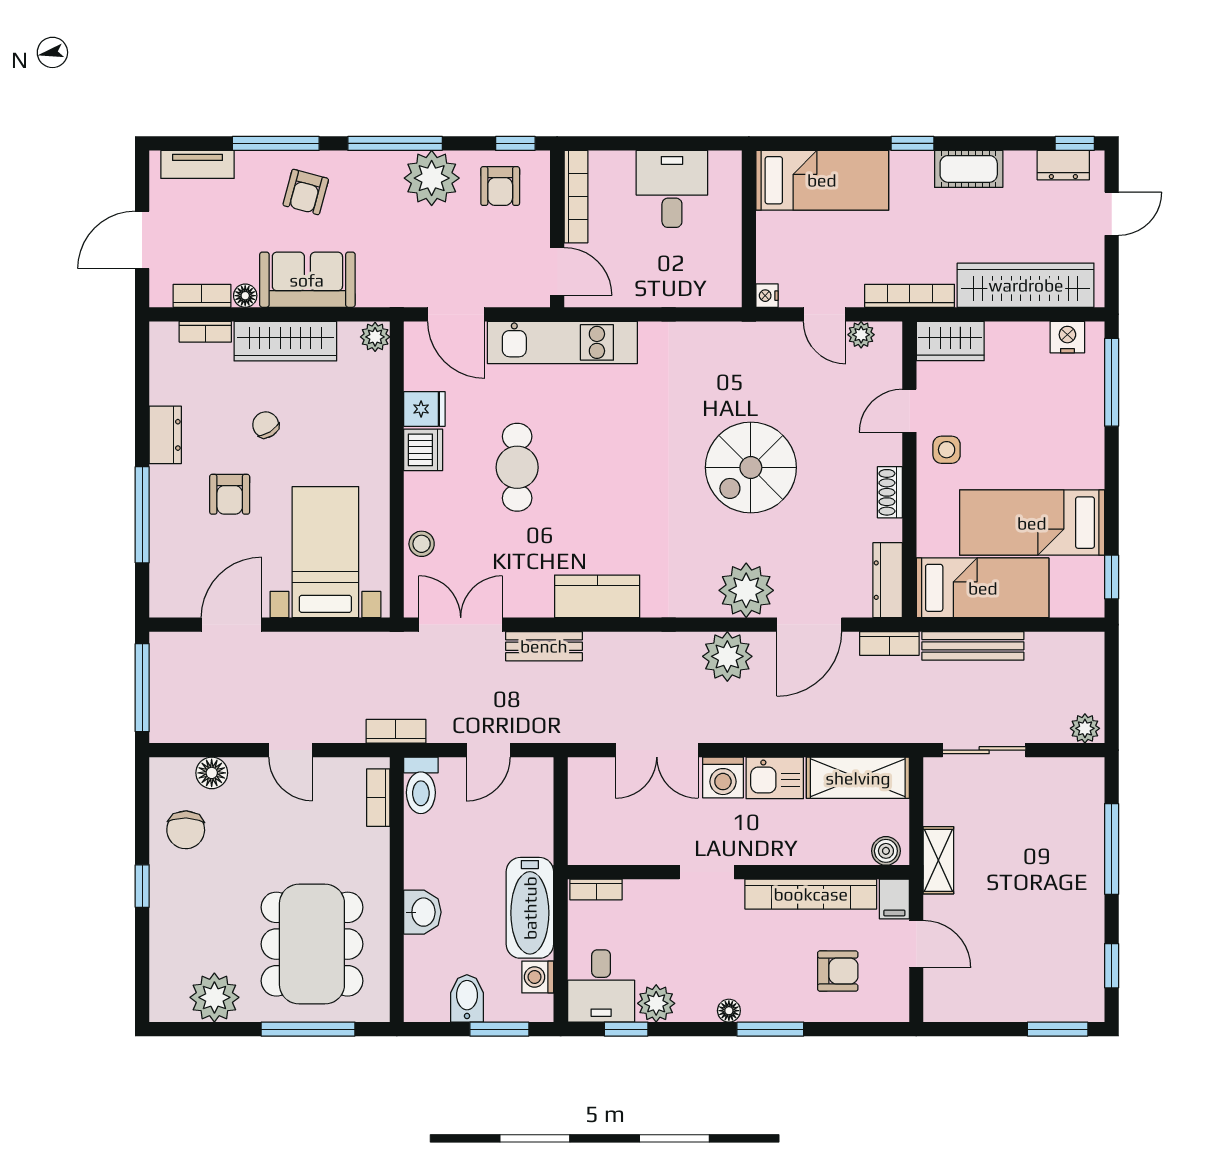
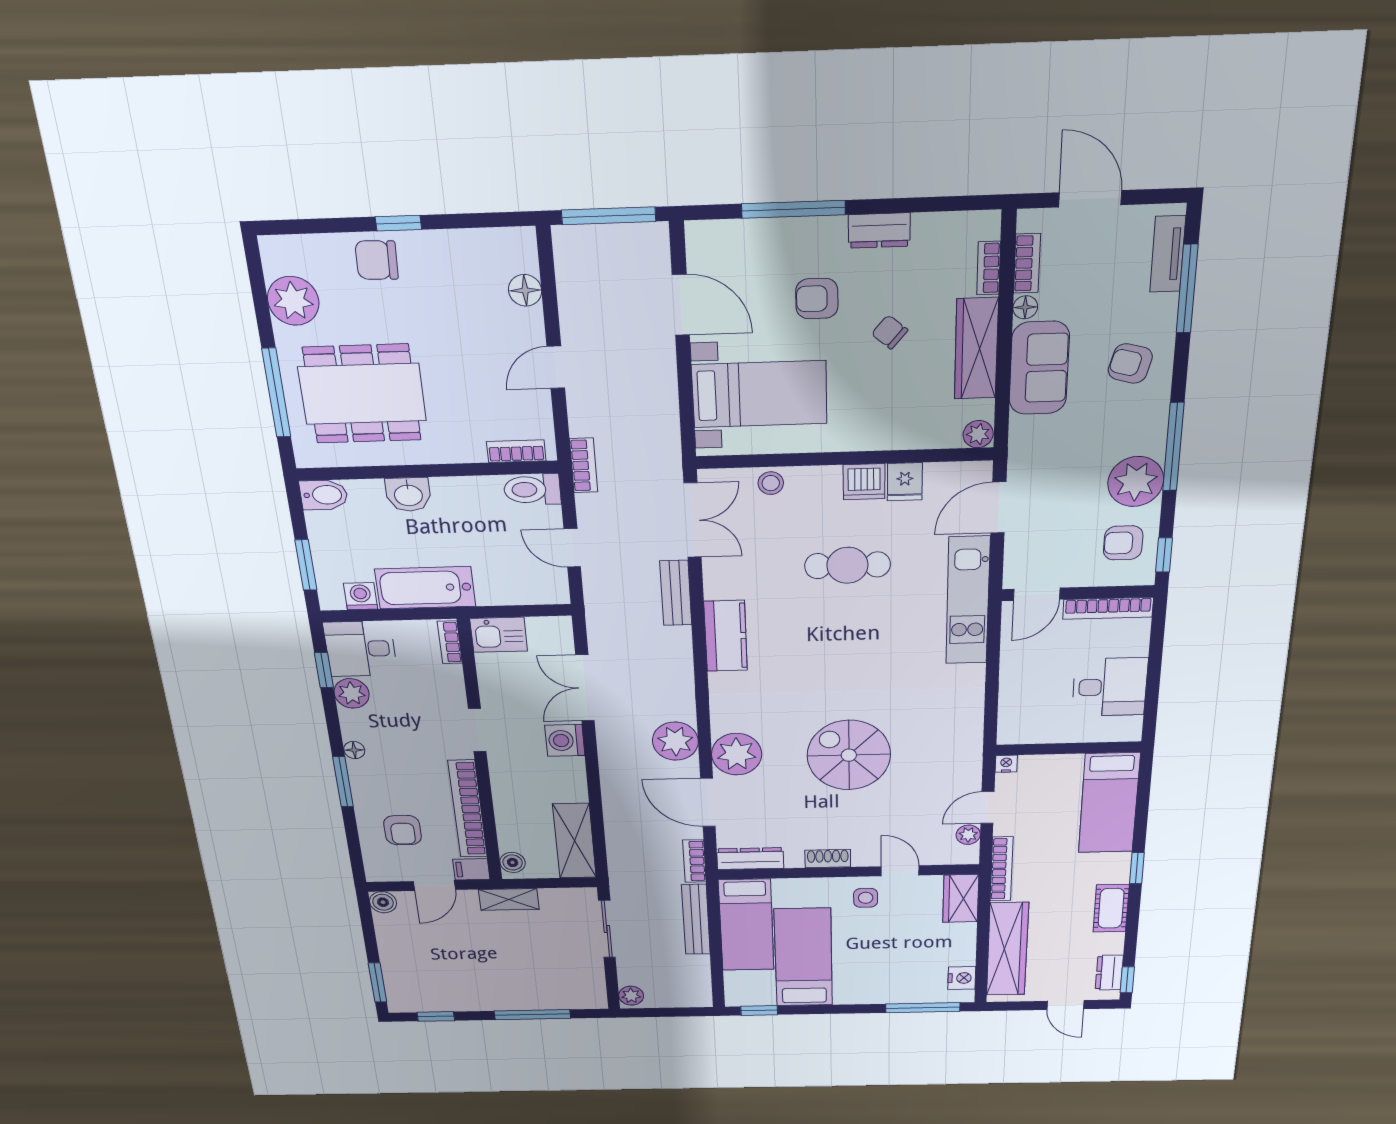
window: (276, 143) -> (1187, 289), moved
chair: (266, 425) -> (890, 332), turned -108
kitchen sink: (775, 778) -> (499, 635), moved, turned -90
chair: (186, 830) -> (377, 260), moved
bidet: (467, 998) -> (324, 495), moved
boiler: (939, 1007) -> (383, 902), added

